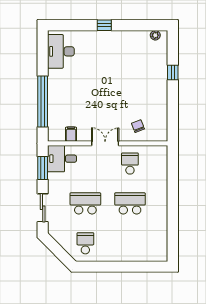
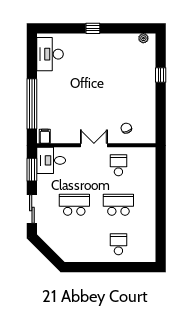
filing cabinet: (71, 134) -> (45, 136), moved
school desk: (85, 243) -> (118, 244), moved

